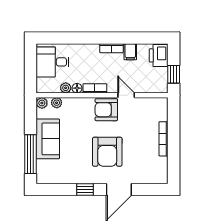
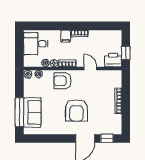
filing cabinet: (130, 52) -> (66, 36), moved
printer: (159, 55) -> (113, 60), moved, turned 90
armchair: (106, 110) -> (62, 81), moved
sofa: (48, 139) -> (32, 112), moved
window: (85, 189) -> (107, 138), moved

